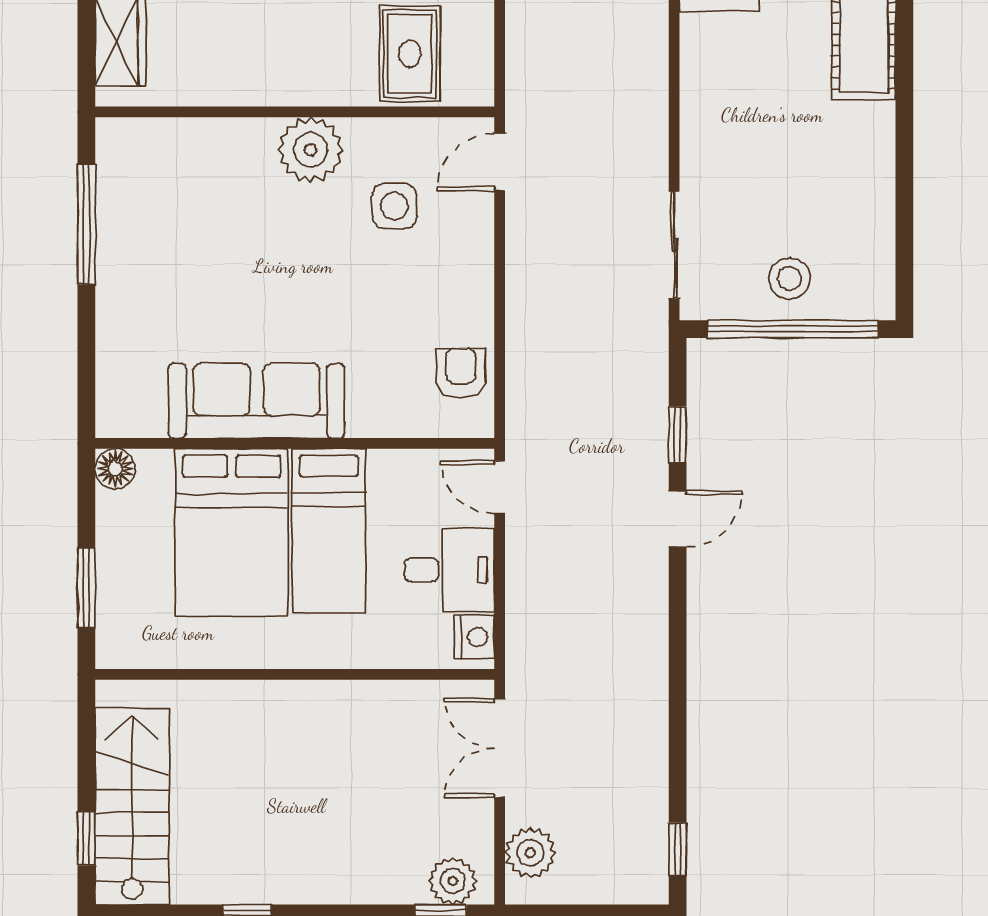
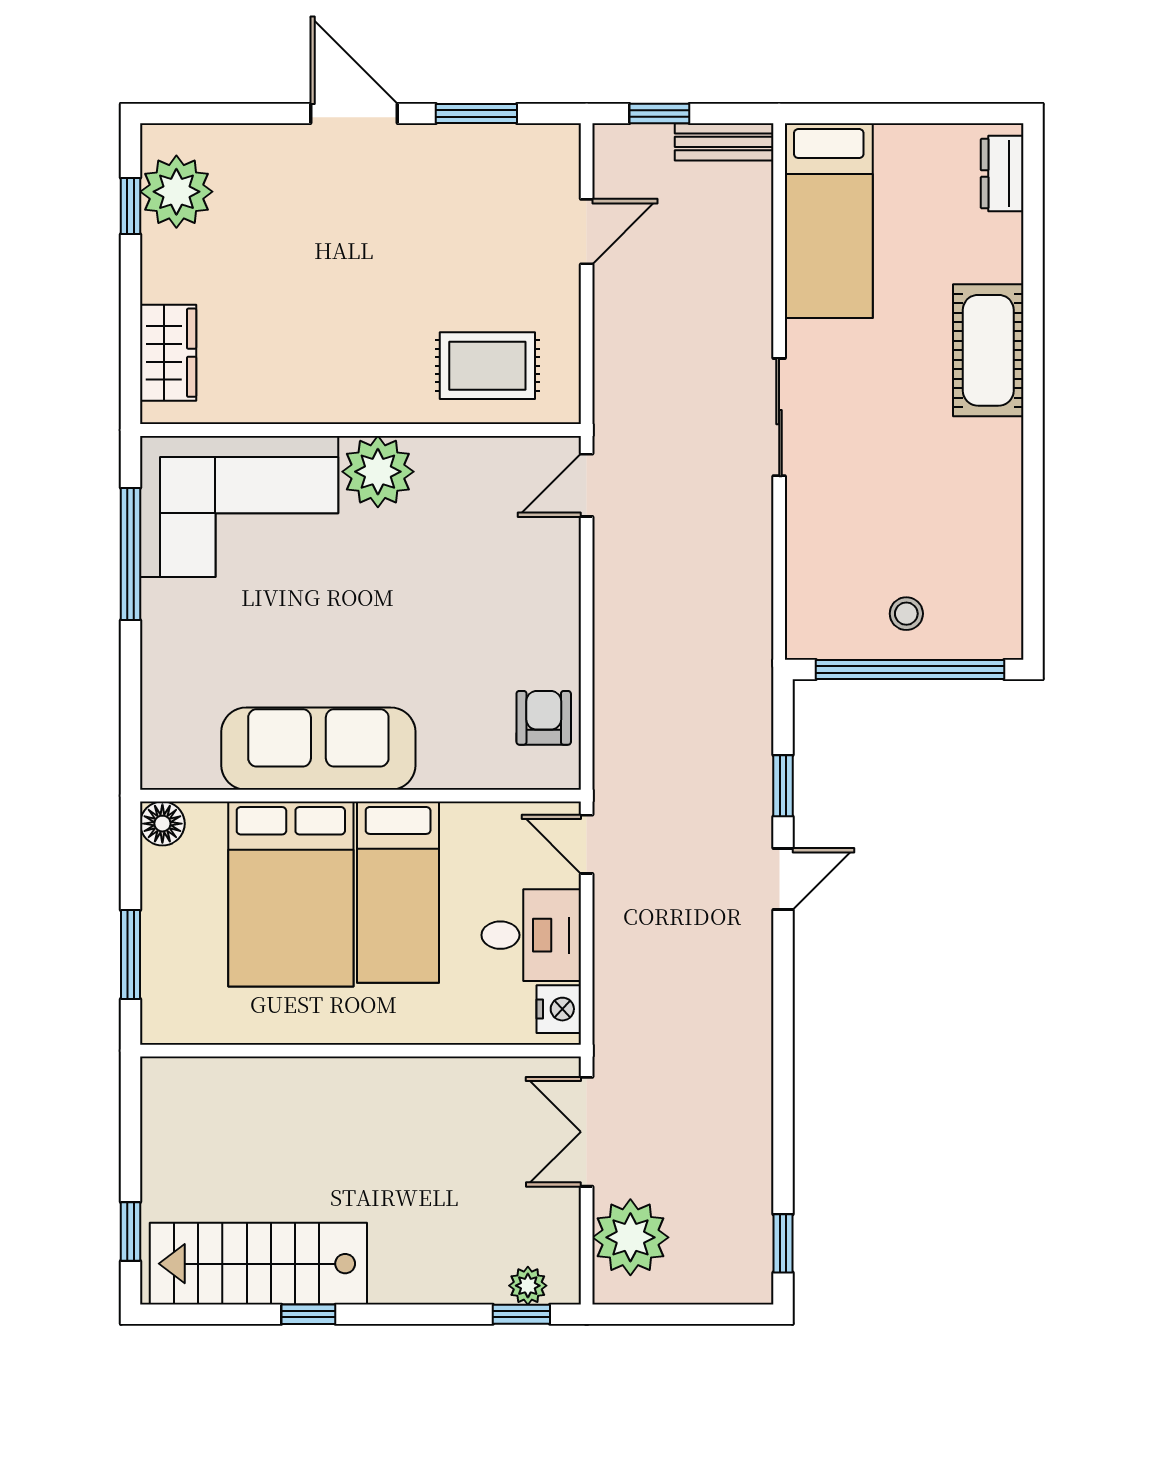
rug: (410, 54) -> (487, 366), turned 90
corner sofa: (185, 181) -> (239, 506), added
side table: (394, 206) -> (470, 534), removed
sliding door: (674, 245) -> (779, 417), moved
stool: (789, 278) -> (906, 614), width x0.73, depth x0.73
stairs: (132, 806) -> (258, 1264), moved, turned -90
plant: (530, 853) -> (630, 1237), width x1.36, depth x1.36
plant: (453, 881) -> (528, 1286), width x0.73, depth x0.73

